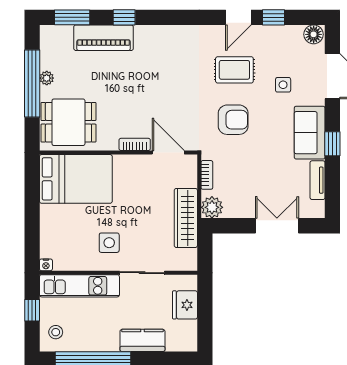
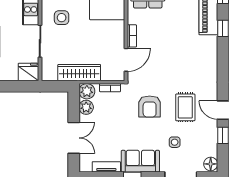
plant: (234, 208) -> (86, 107), added
fridge: (185, 305) -> (28, 72), moved

